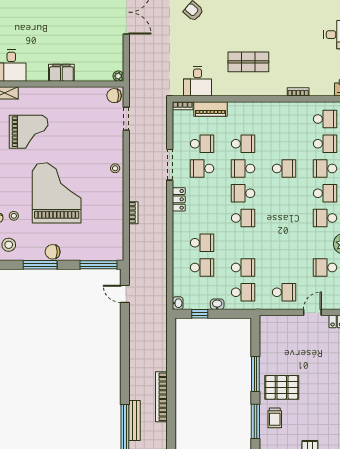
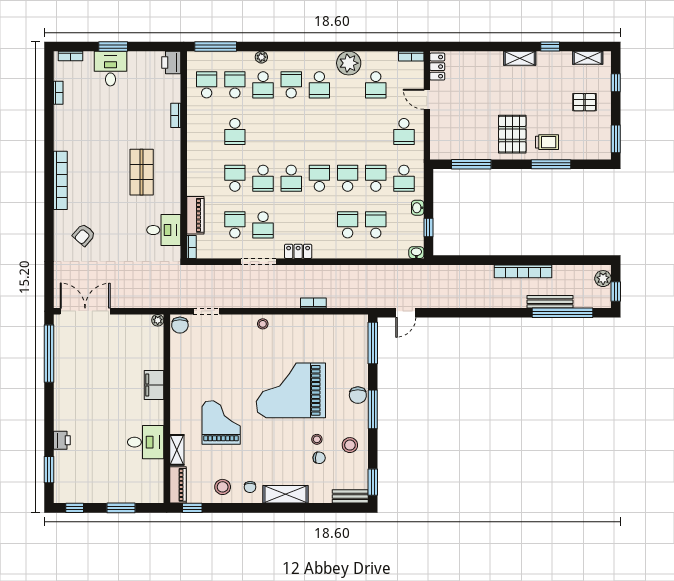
school desk: (284, 169) -> (235, 132), moved, turned 180
school desk: (243, 243) -> (348, 178), added
school desk: (243, 292) -> (404, 178), turned 180
school desk: (284, 292) -> (404, 132), turned 180
window: (255, 374) -> (471, 164), moved

